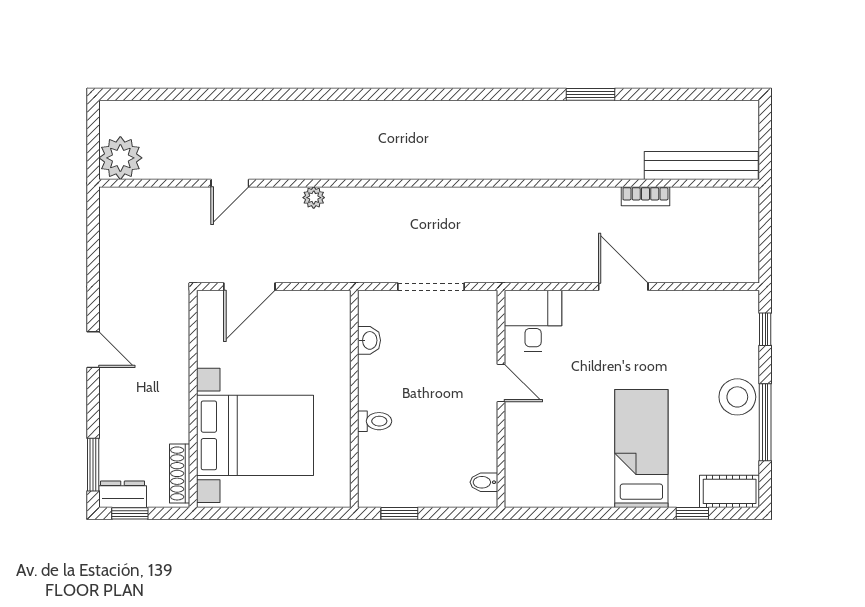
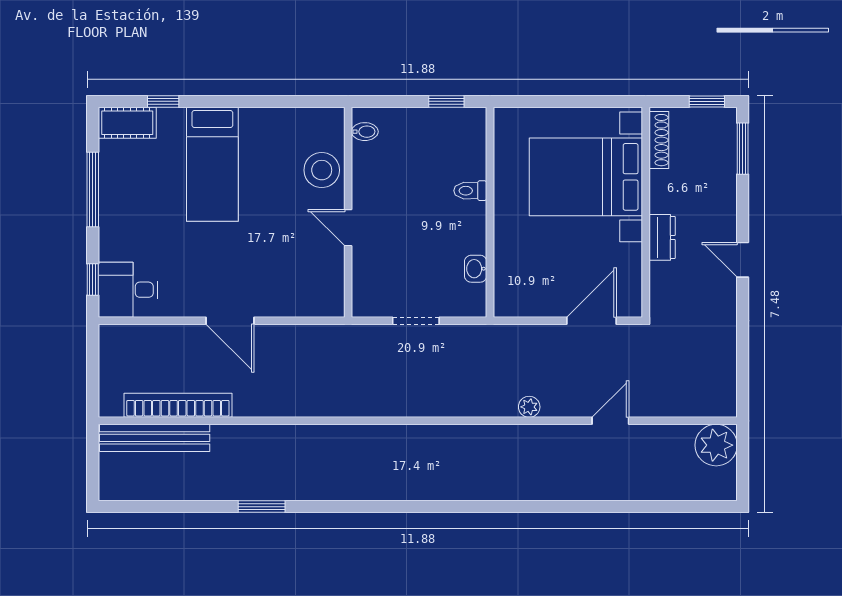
bookcase: (645, 196) -> (178, 405), width x2.31, depth x1.31
doorway: (431, 287) -> (416, 321), width x0.73
desk: (533, 321) -> (128, 290), moved, turned 90
stool: (737, 397) -> (322, 170), moved
dresser: (123, 494) -> (662, 237), moved, turned -90

